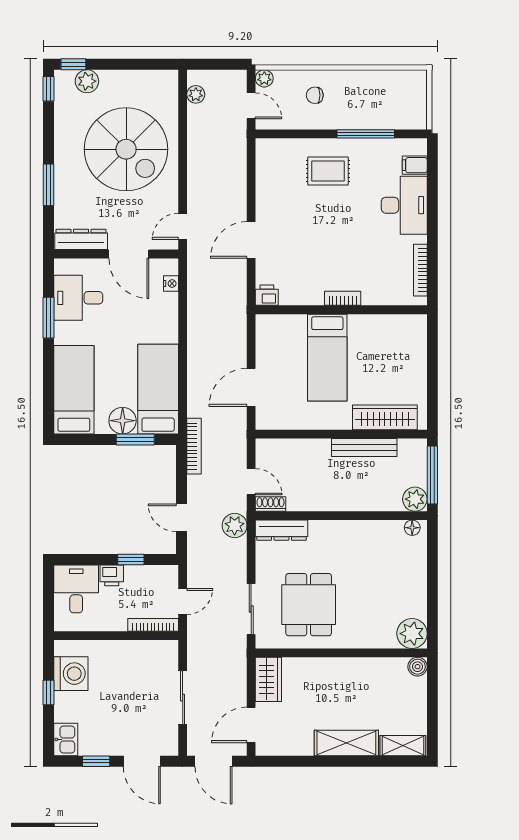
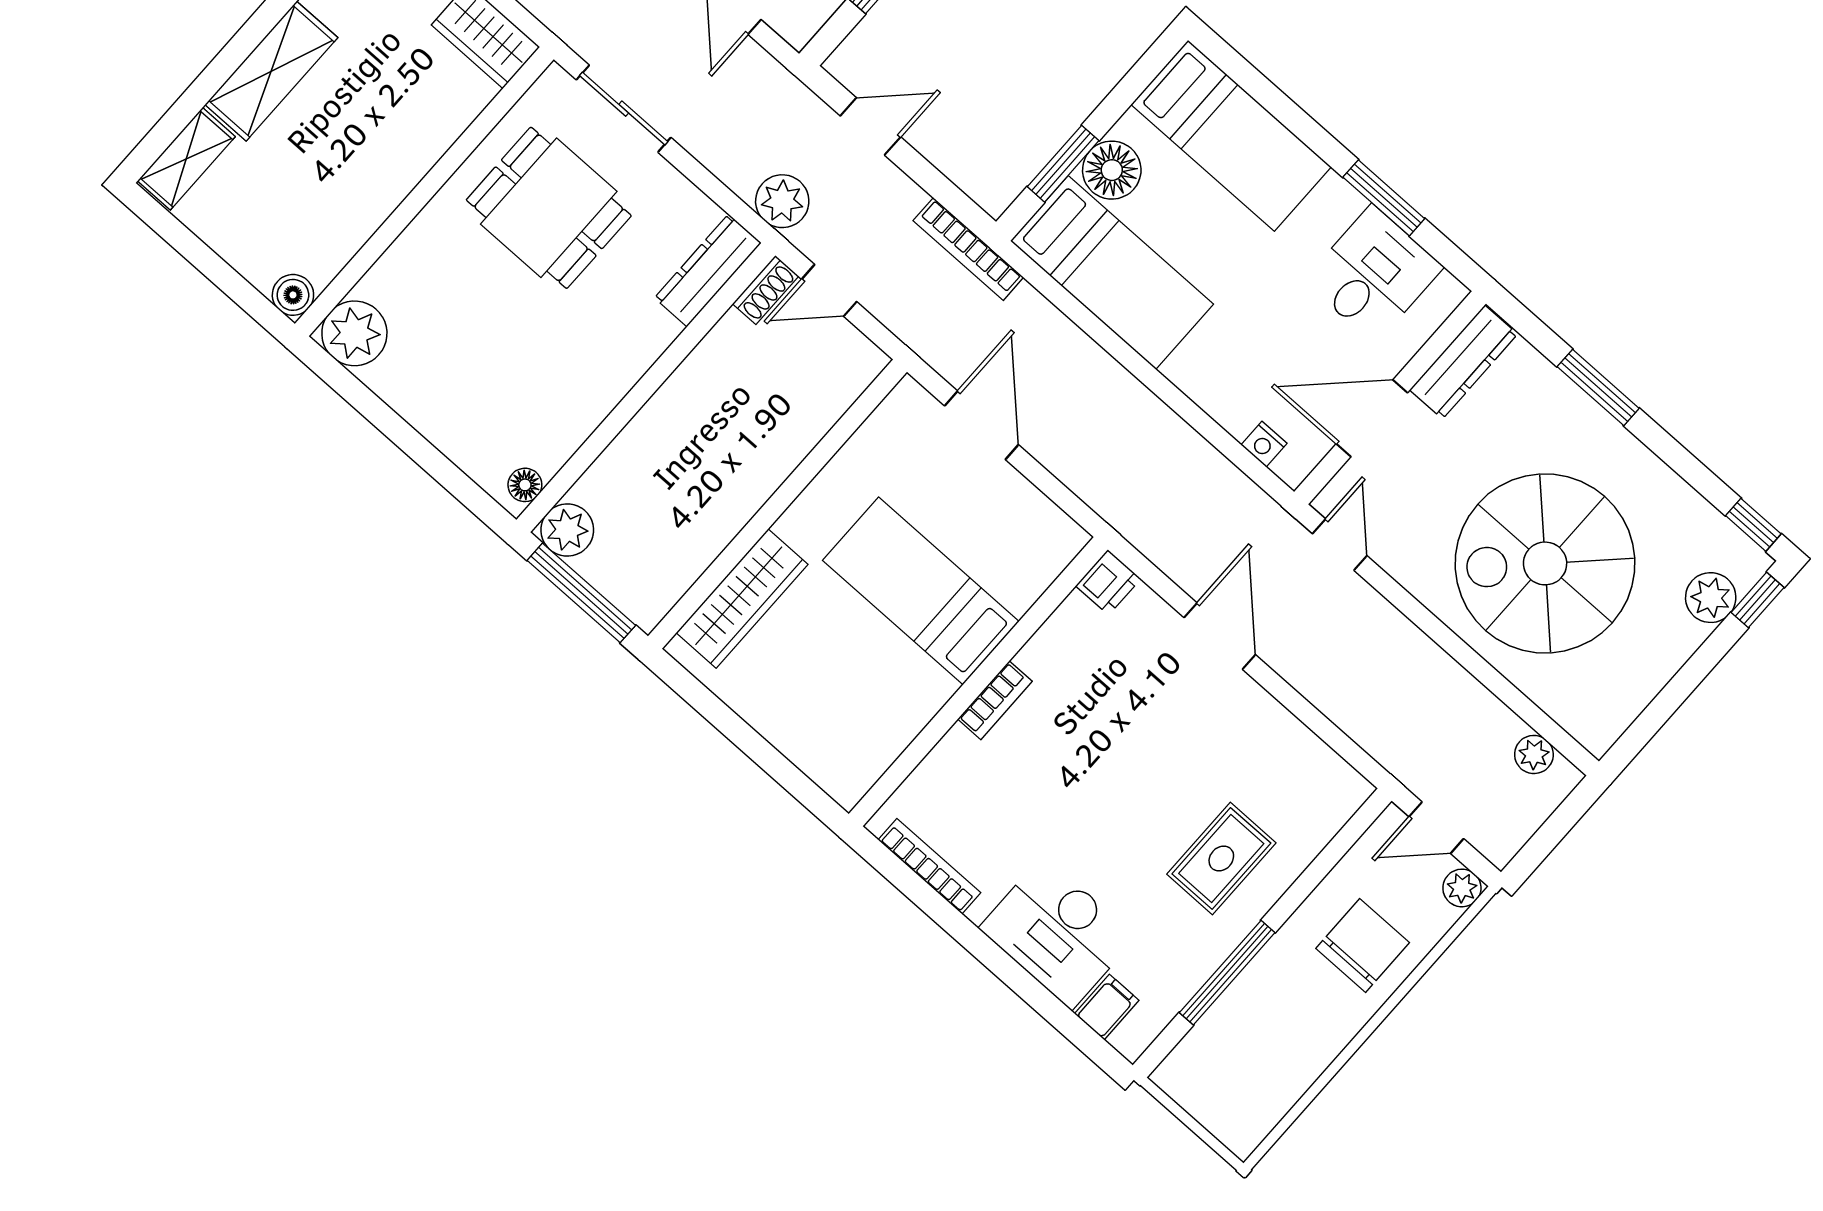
chair: (315, 95) -> (1363, 945), width x1.87, depth x1.87
bench: (364, 448) -> (723, 522), removed

